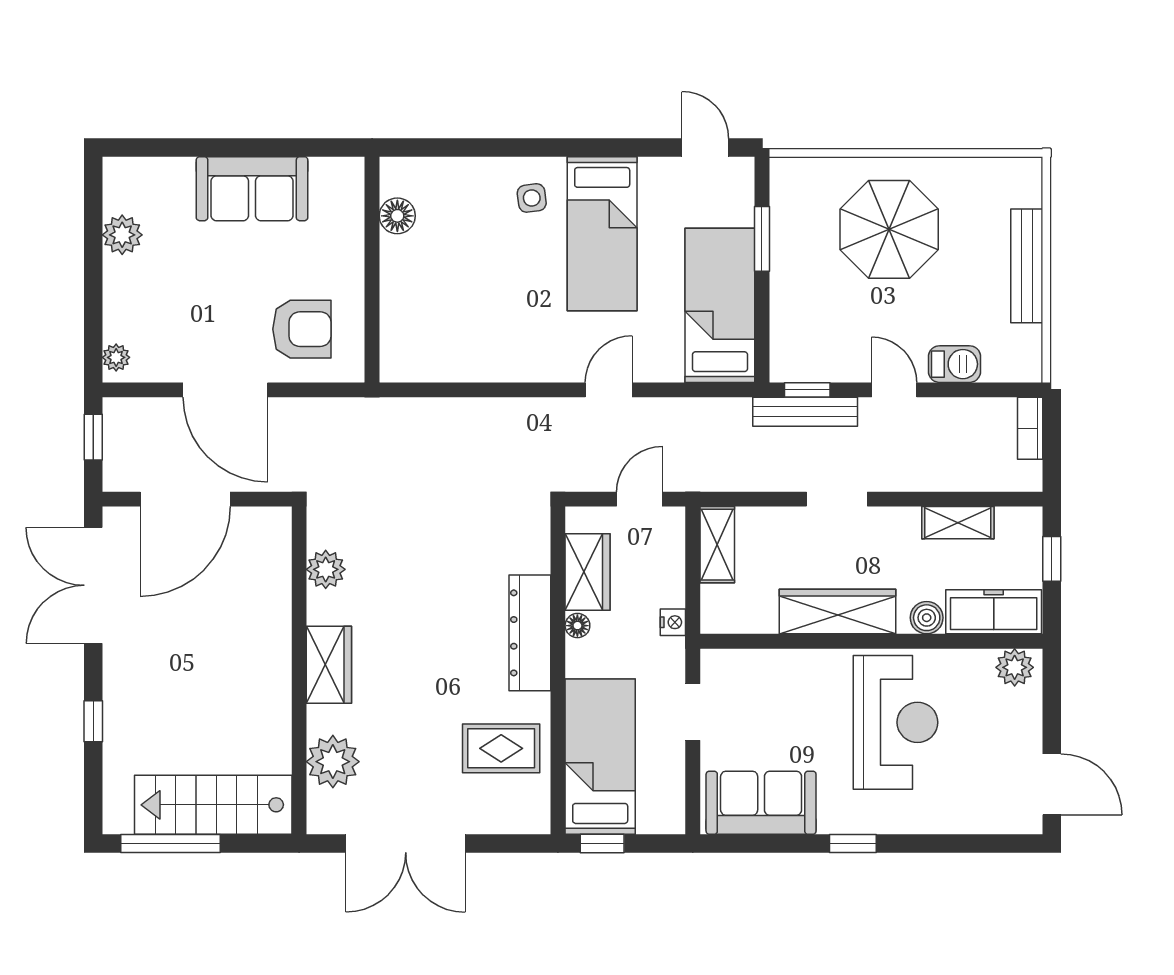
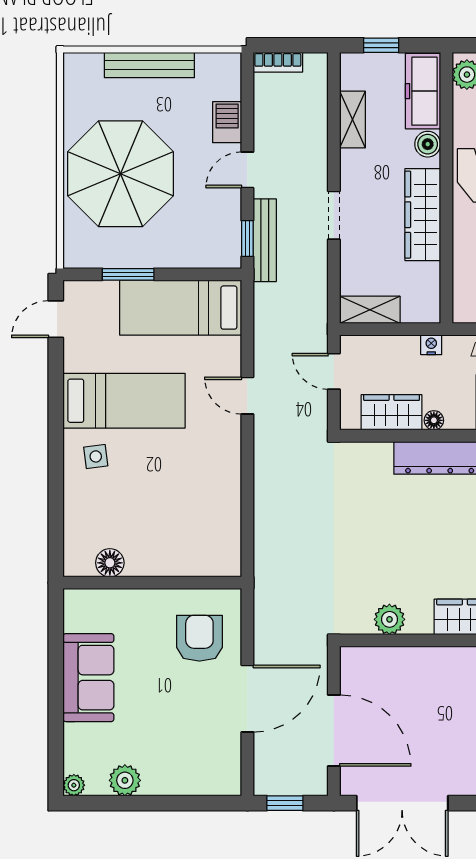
parasol: (889, 229) -> (121, 174), width x1.36, depth x1.36
plant: (116, 357) -> (74, 785), moved

